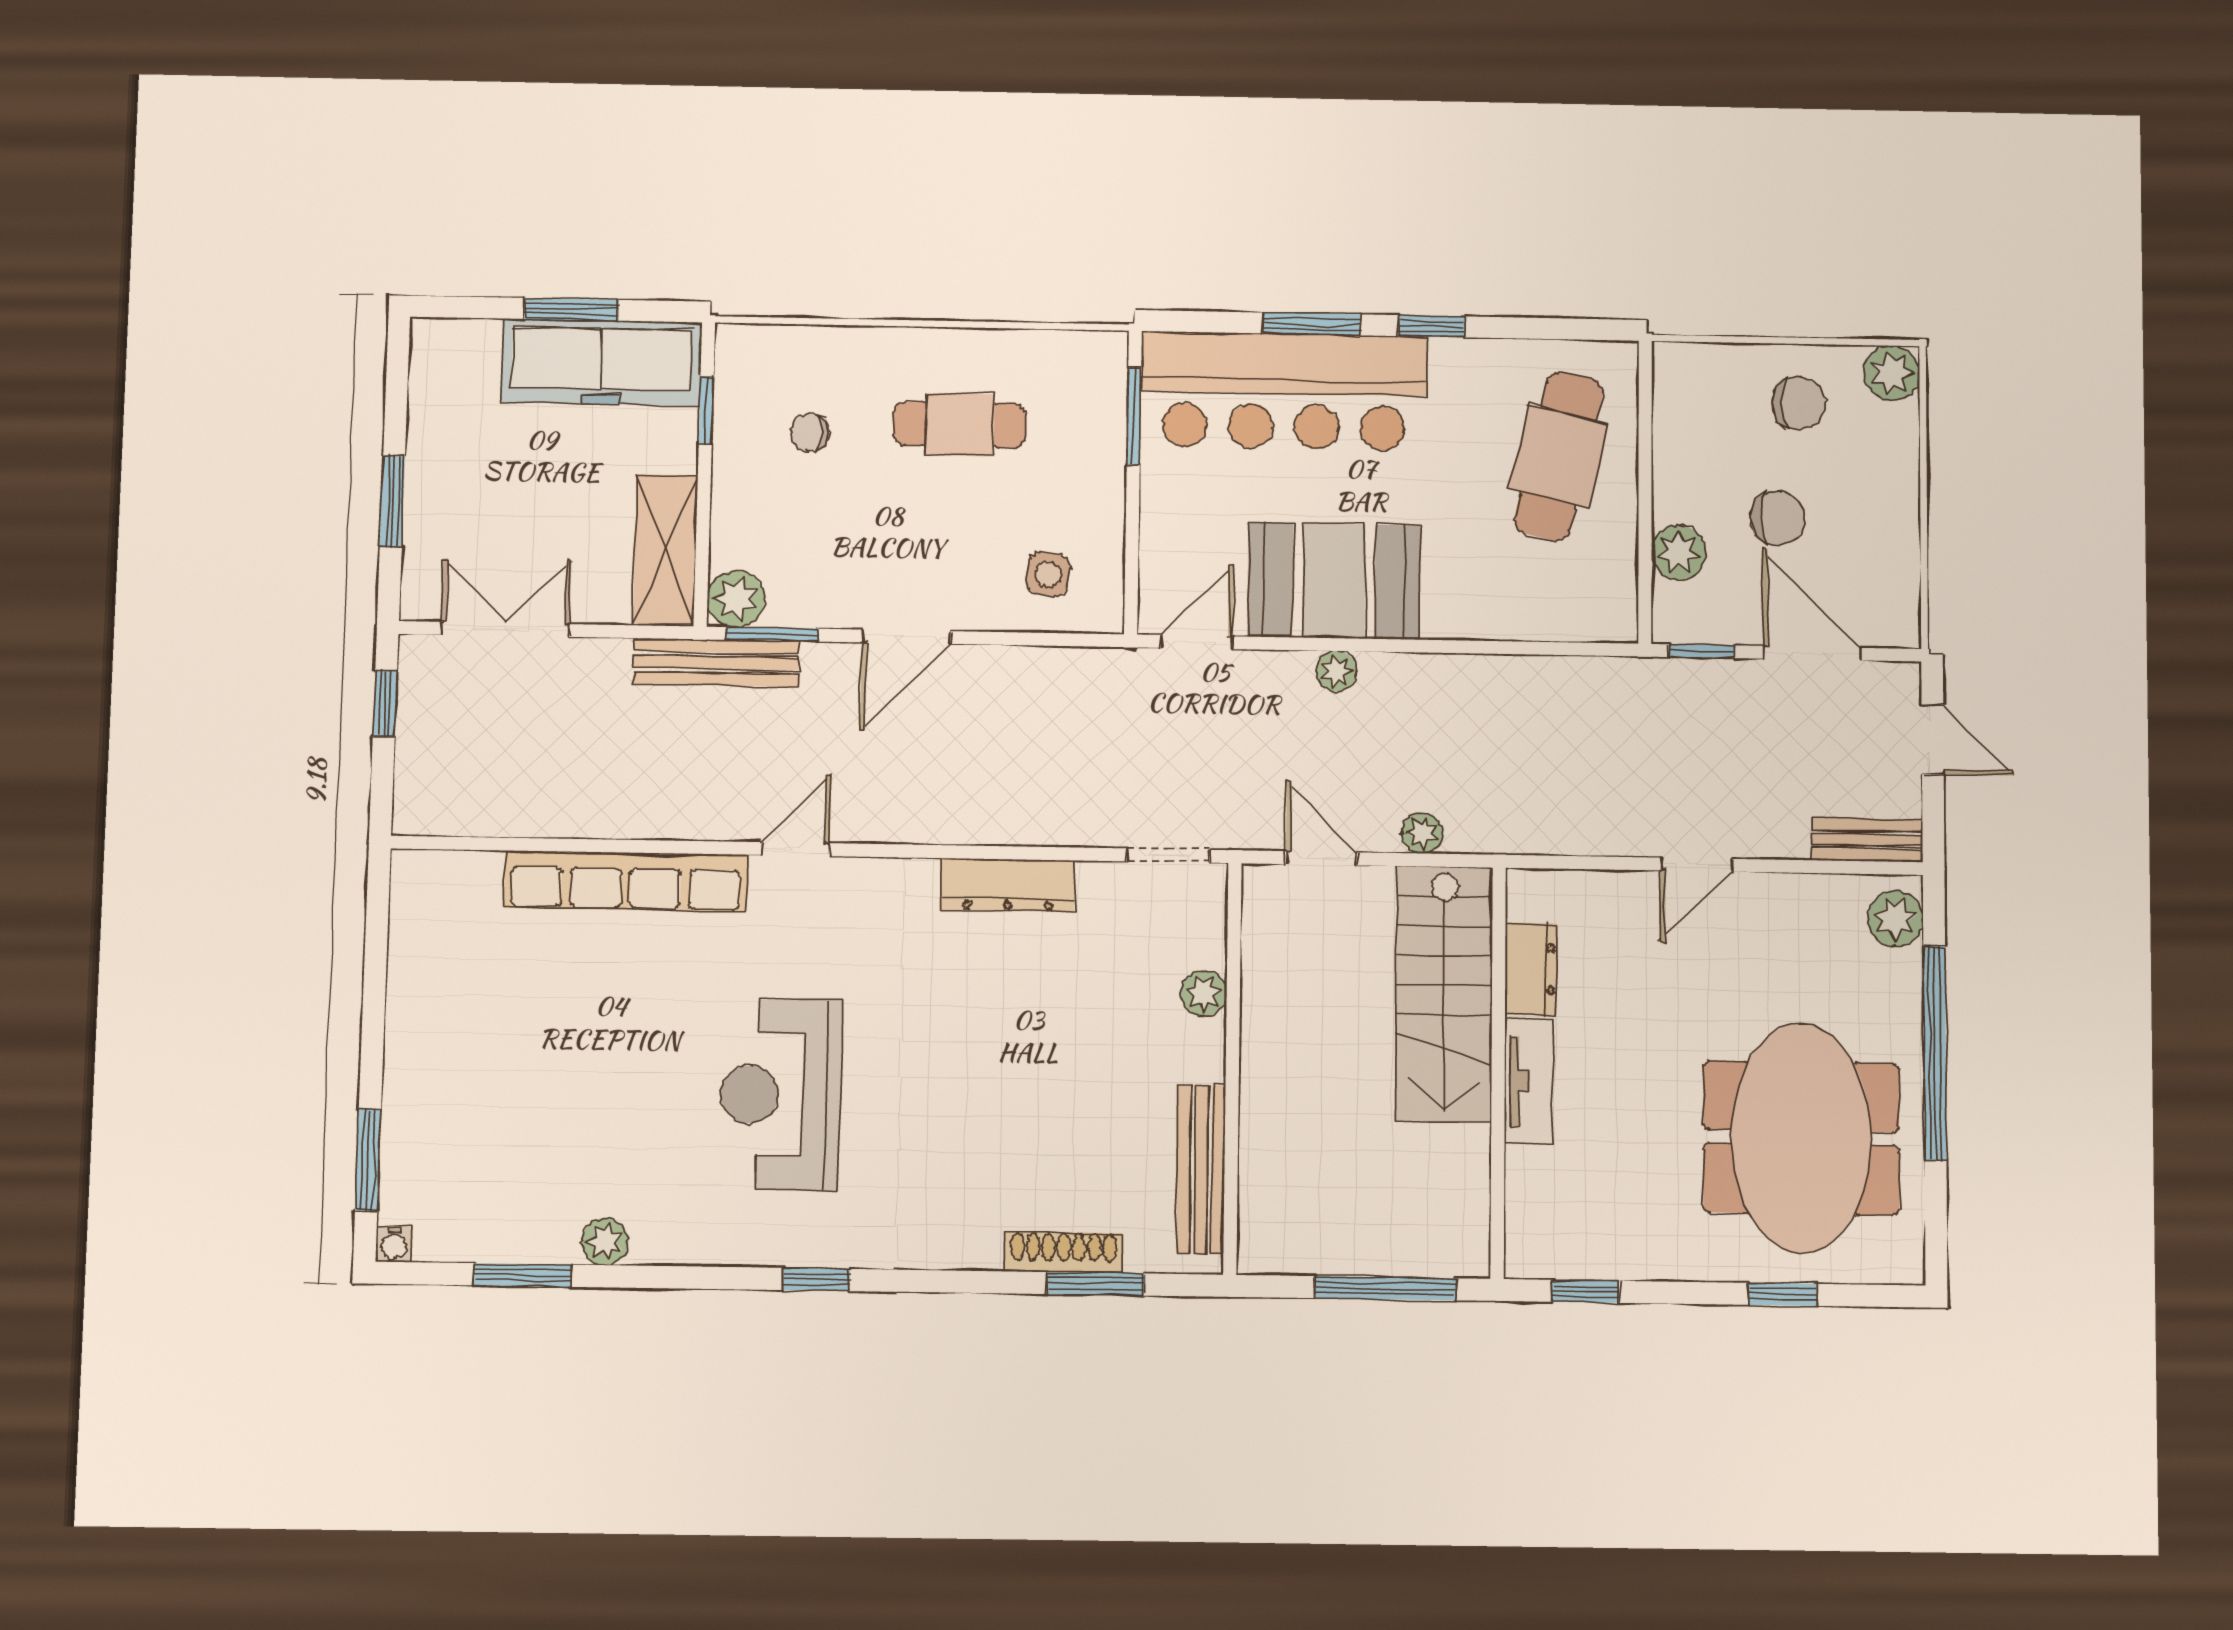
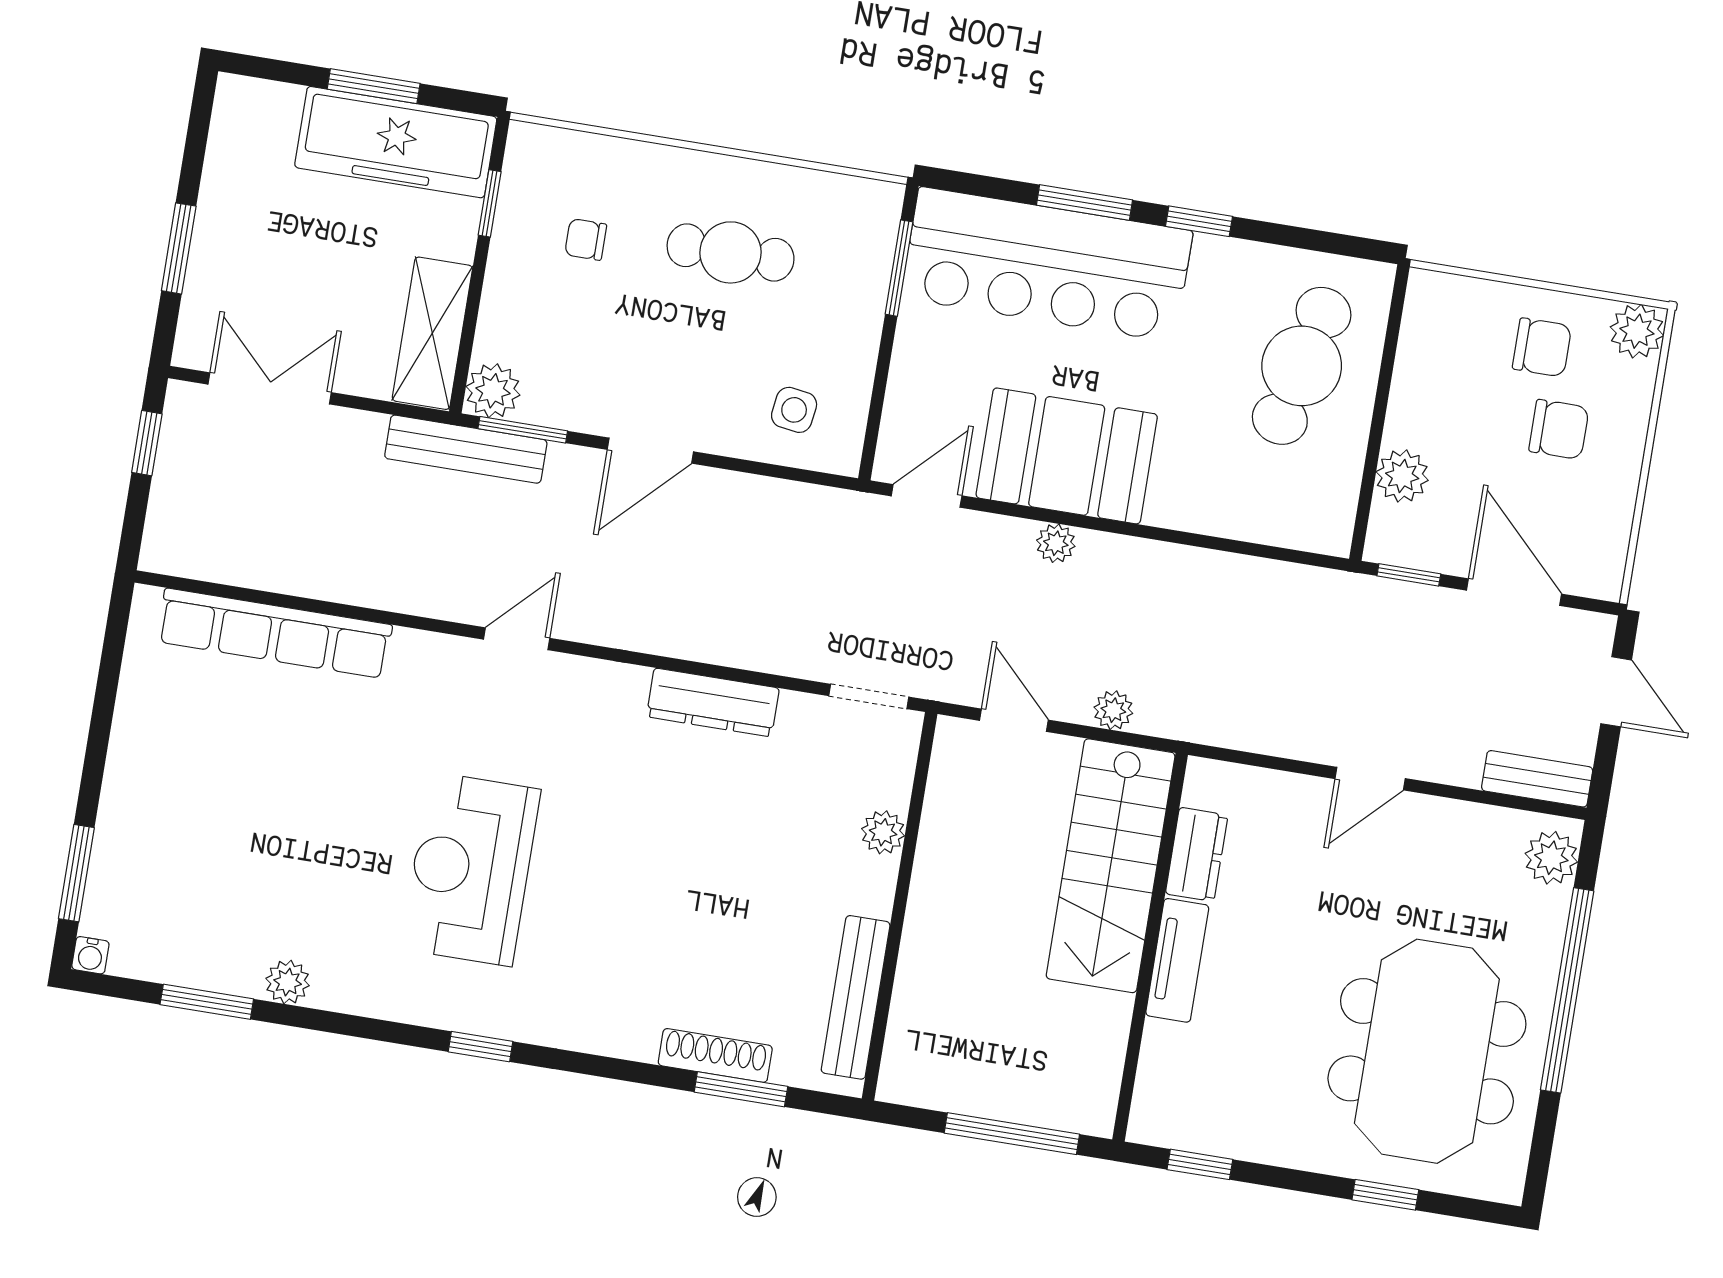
chair: (1778, 518) -> (1559, 429), moved
row of seats: (626, 881) -> (275, 633), moved

